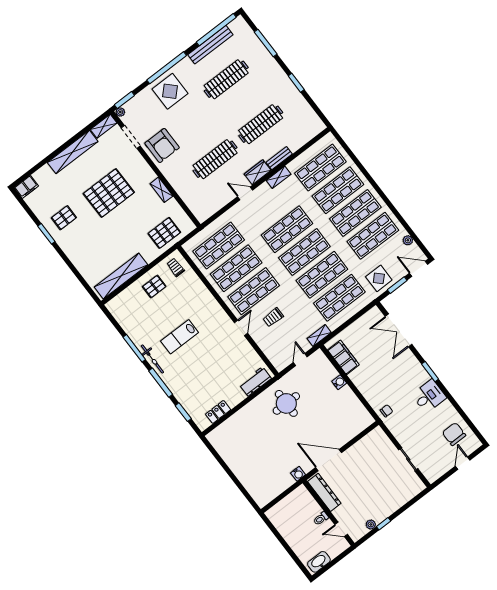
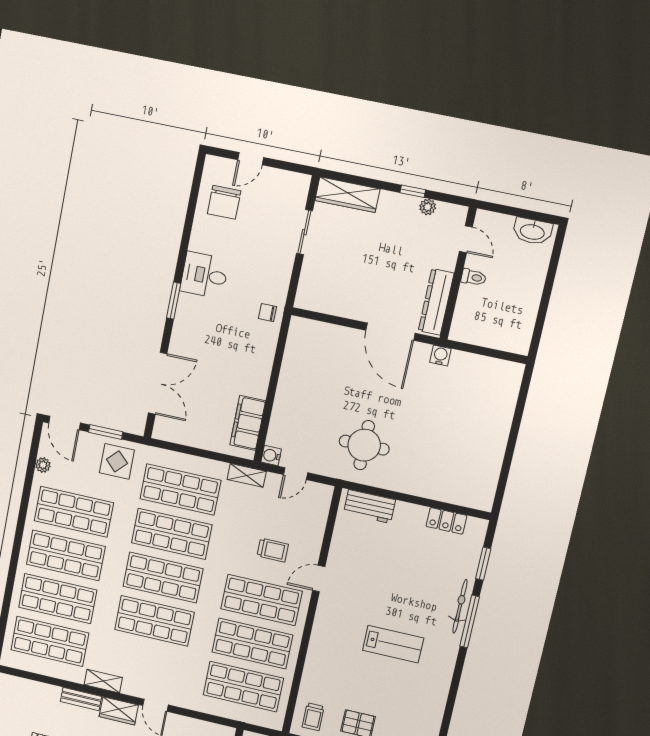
window: (134, 348) -> (454, 688), removed
bicycle: (152, 359) -> (460, 606), moved
water cooler: (339, 382) -> (271, 456), moved
wardrobe: (408, 493) -> (347, 195), added

